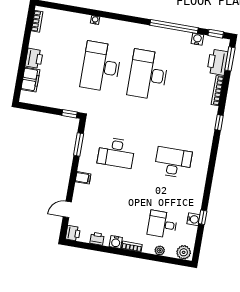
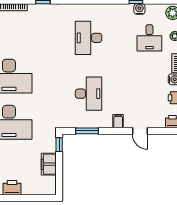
filing cabinet: (30, 80) -> (49, 164), moved, turned -90
door: (67, 209) -> (140, 131), moved

